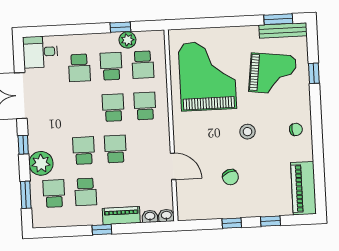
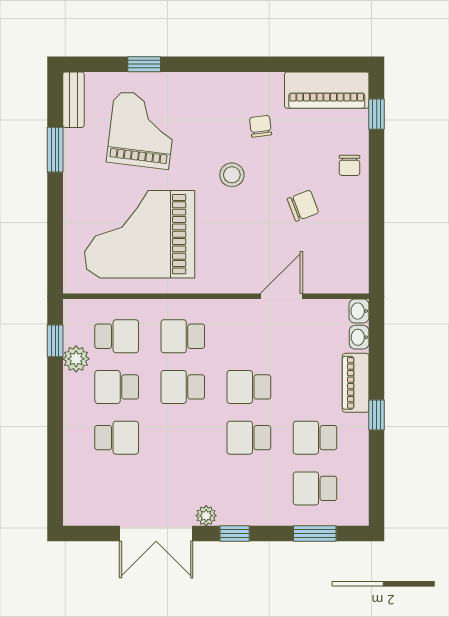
window: (278, 19) -> (55, 150), moved
window: (120, 27) -> (55, 341), moved
bench: (283, 30) -> (73, 100), width x0.73
desk: (40, 52) -> (88, 499), removed
chair: (296, 129) -> (261, 126), moved
plant: (41, 163) -> (206, 516), moved, width x0.53, depth x0.53
school desk: (86, 192) -> (315, 438), turned 180
chair: (257, 205) -> (349, 165), added
window: (270, 221) -> (377, 114), moved
window: (232, 223) -> (377, 207), removed

